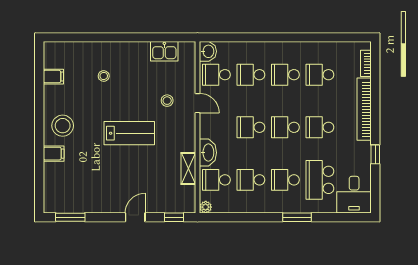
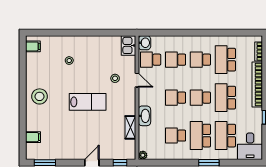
kitchen sink: (164, 51) -> (128, 45), moved, turned 90
school desk: (320, 75) -> (225, 60), width x1.85
filing cabinet: (53, 77) -> (33, 46), moved
school desk: (320, 127) -> (225, 98), width x1.85
filing cabinet: (54, 154) -> (33, 137), moved
school desk: (216, 180) -> (151, 136), removed
school desk: (285, 180) -> (200, 136), width x1.85

